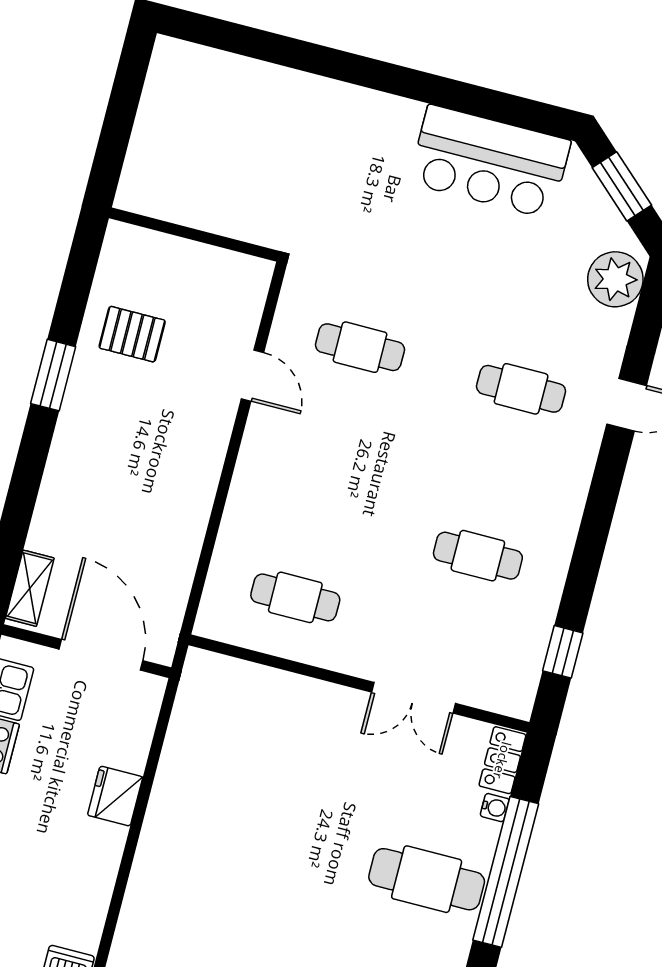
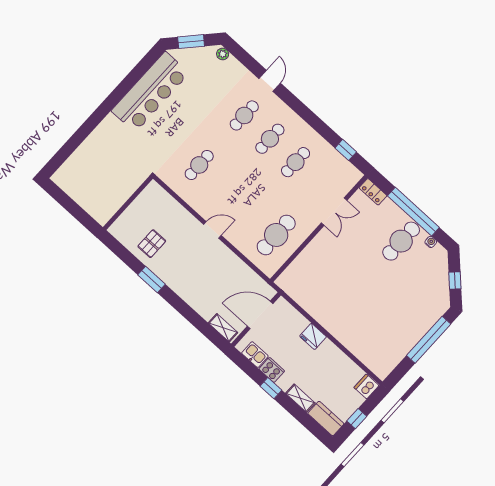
bar counter: (490, 162) -> (150, 92), width x1.36
plant: (615, 279) -> (223, 54), width x0.53, depth x0.53
door: (252, 376) -> (212, 230), moved
cafe table: (499, 472) -> (270, 139), added
cafe table: (295, 597) -> (276, 235), width x1.37, depth x1.35
water cooler: (495, 808) -> (431, 242), moved

